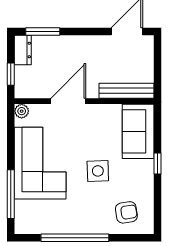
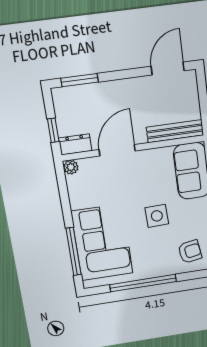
dresser: (23, 50) -> (75, 144), moved, turned -90
corner sofa: (40, 163) -> (102, 242), moved

